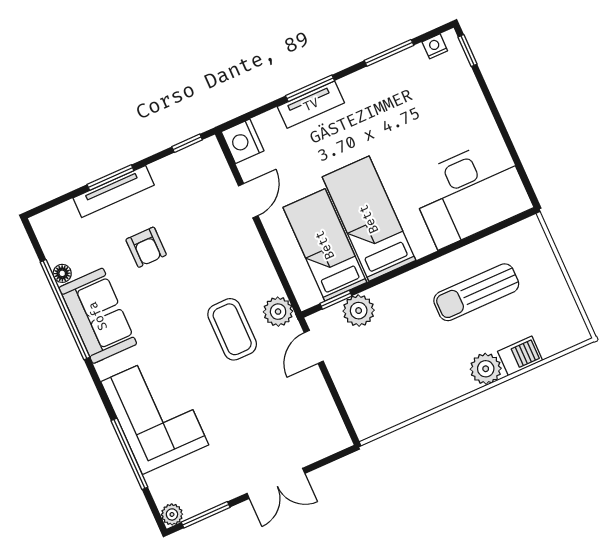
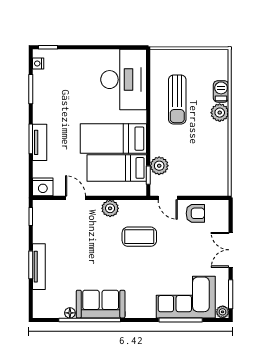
armchair: (146, 247) -> (195, 213), moved
plant: (278, 312) -> (110, 208), moved
corner sofa: (155, 413) -> (186, 297), moved
double door: (276, 483) -> (231, 250), swing flipped

